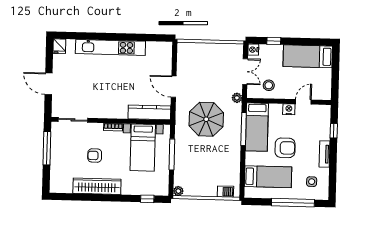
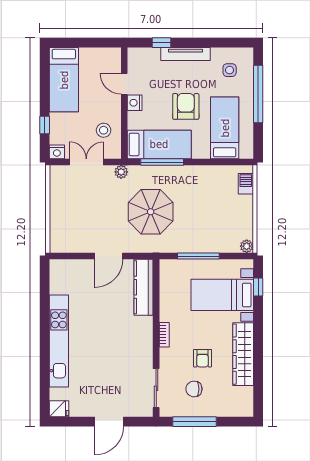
chair: (72, 148) -> (194, 389), added
bed with nightstands: (143, 148) -> (222, 295), moved, turned 180
tv unit: (324, 154) -> (185, 54), width x1.41

